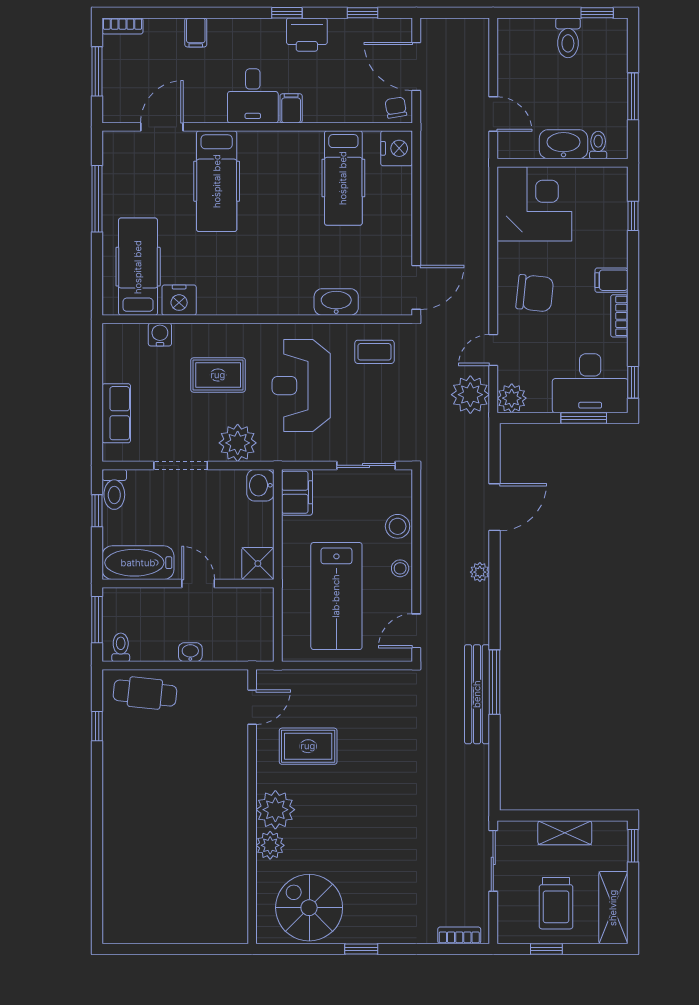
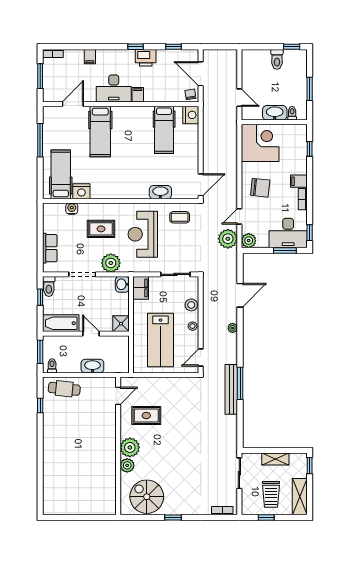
desk: (253, 96) -> (114, 88), width x1.37
washbasin: (190, 652) -> (92, 366), width x1.91, depth x1.45

